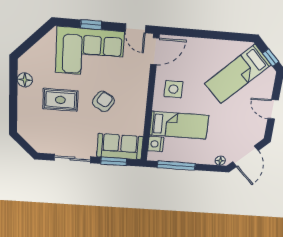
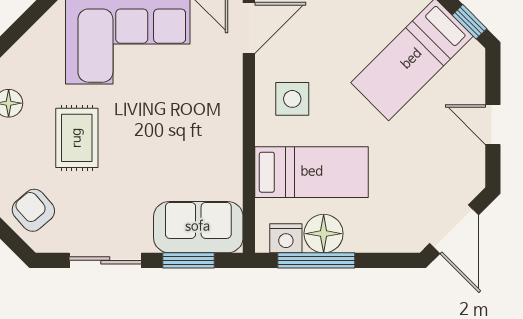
rug: (60, 100) -> (77, 138), turned 90
armchair: (103, 101) -> (33, 210), moved, turned -72
nightstand: (156, 144) -> (286, 238), moved, turned -90
floor lamp: (220, 161) -> (324, 234), moved, width x1.89, depth x1.89

